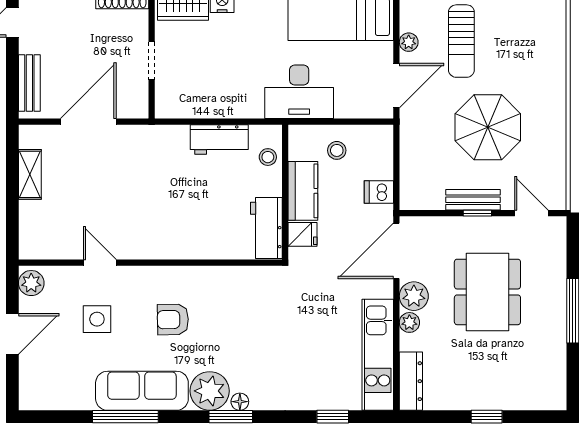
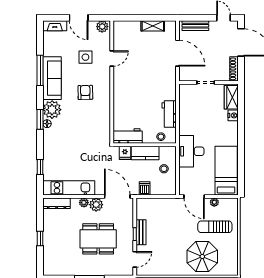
parasol: (488, 127) -> (202, 257), moved
fireplace: (29, 385) -> (55, 26), added

